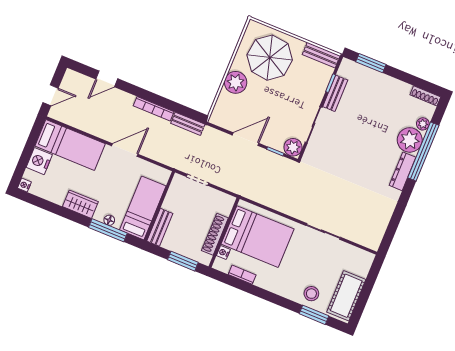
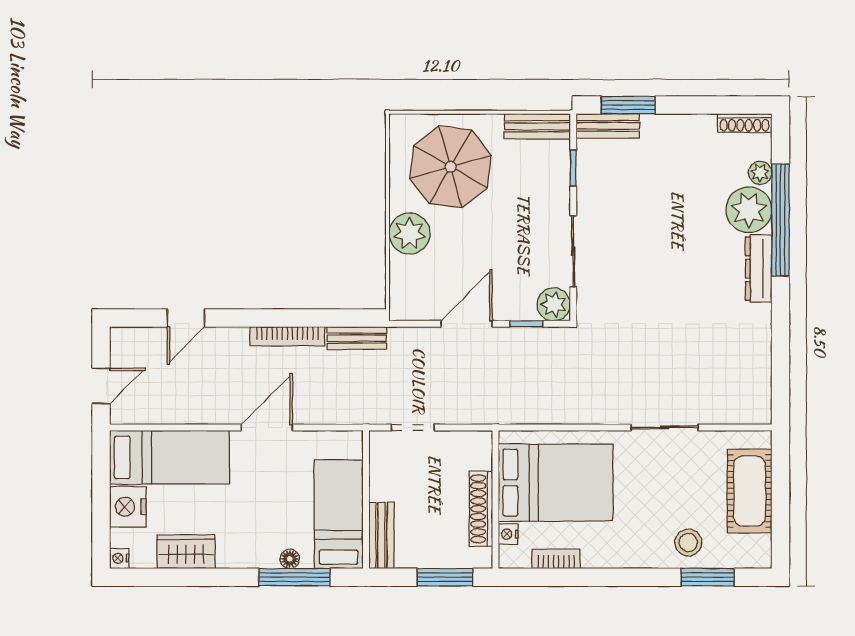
bench: (335, 93) -> (608, 126), moved, turned 90
wardrobe: (80, 204) -> (186, 552), moved
cot: (346, 296) -> (750, 491), moved

